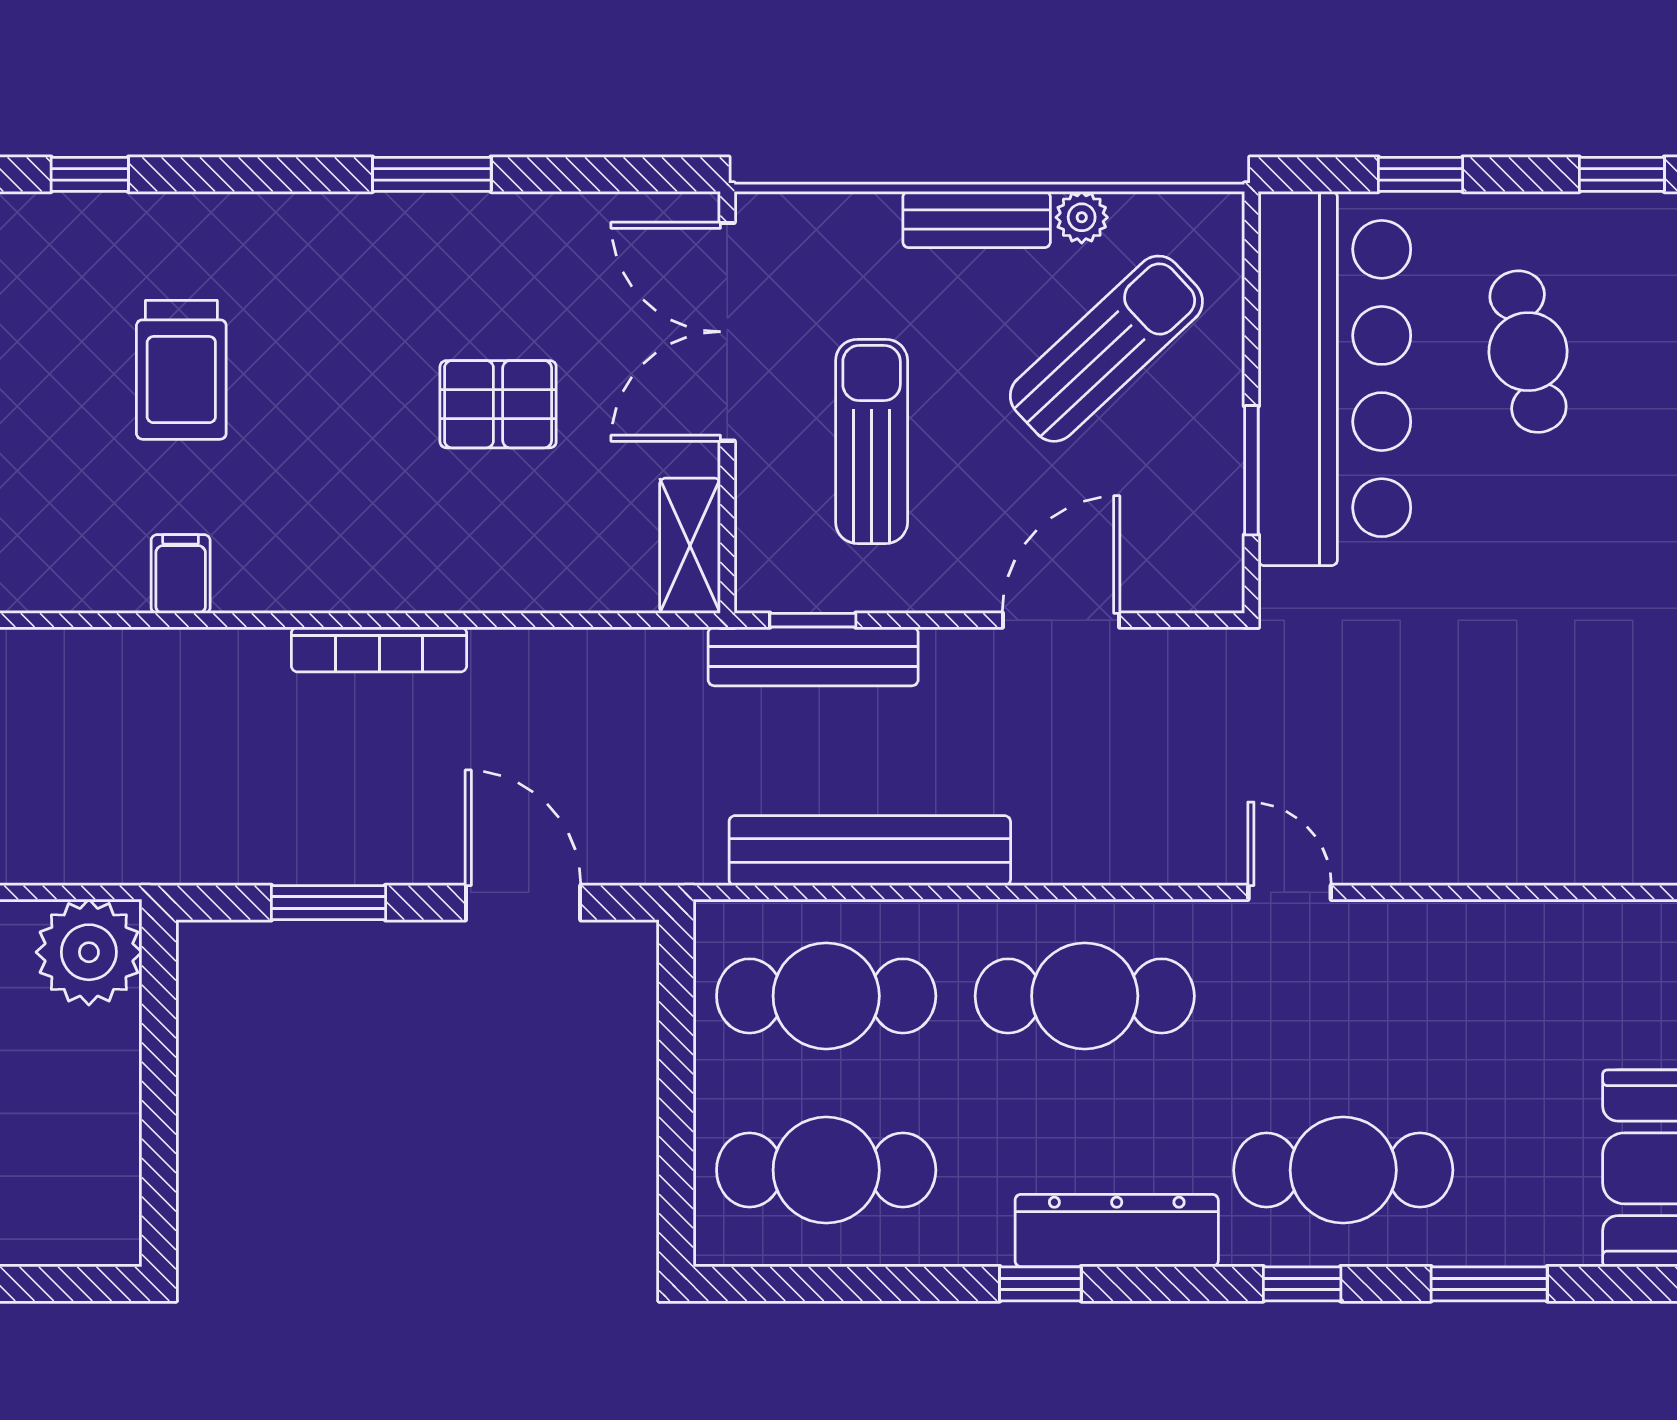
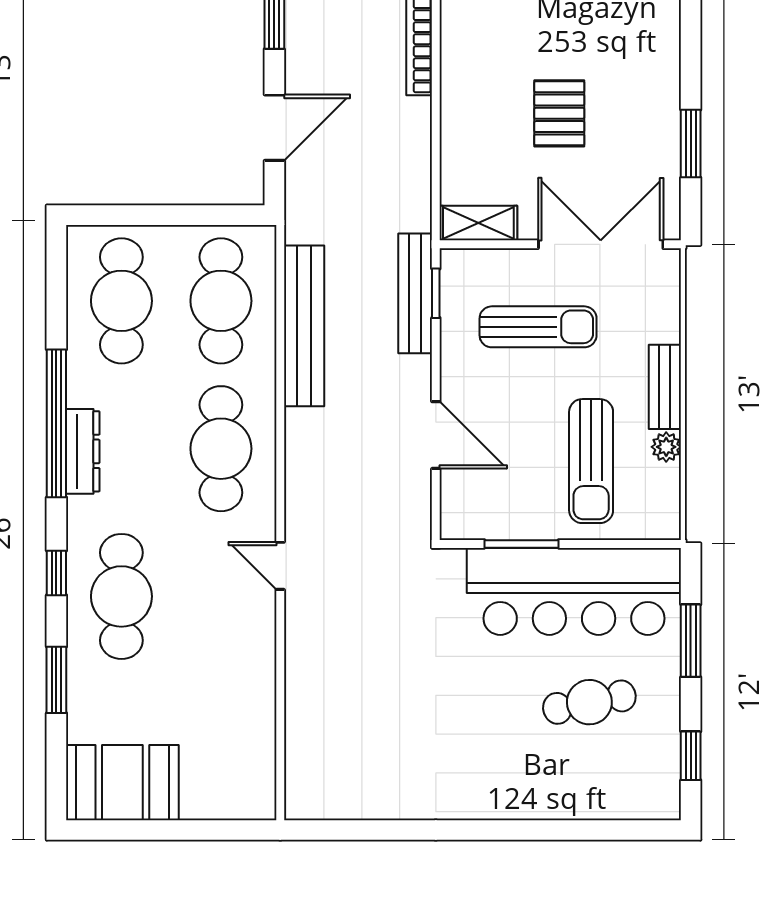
window: (432, 174) -> (691, 144), moved
window: (1421, 174) -> (691, 641), width x1.50
sun lounger: (1106, 349) -> (591, 461), turned 43
door: (1290, 892) -> (280, 566), swing flipped
dresser: (1117, 1231) -> (83, 451), width x0.73, depth x0.80
window: (1040, 1284) -> (56, 423), width x3.17

